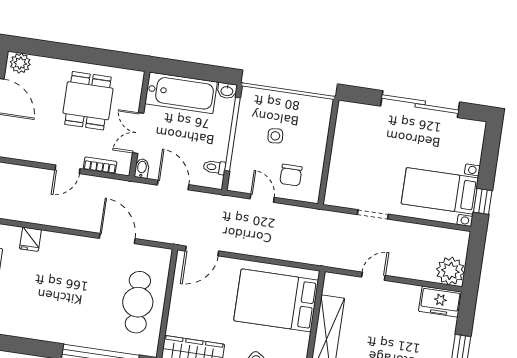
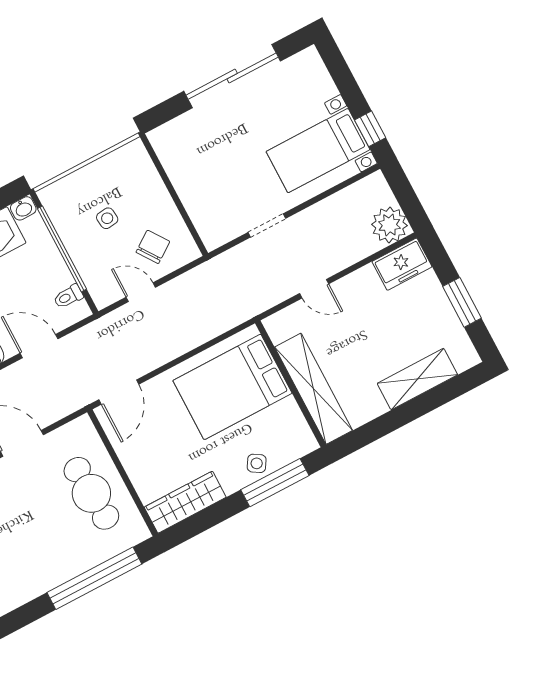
chair: (291, 175) -> (153, 247), turned -125
door: (373, 276) -> (314, 289), swing flipped

